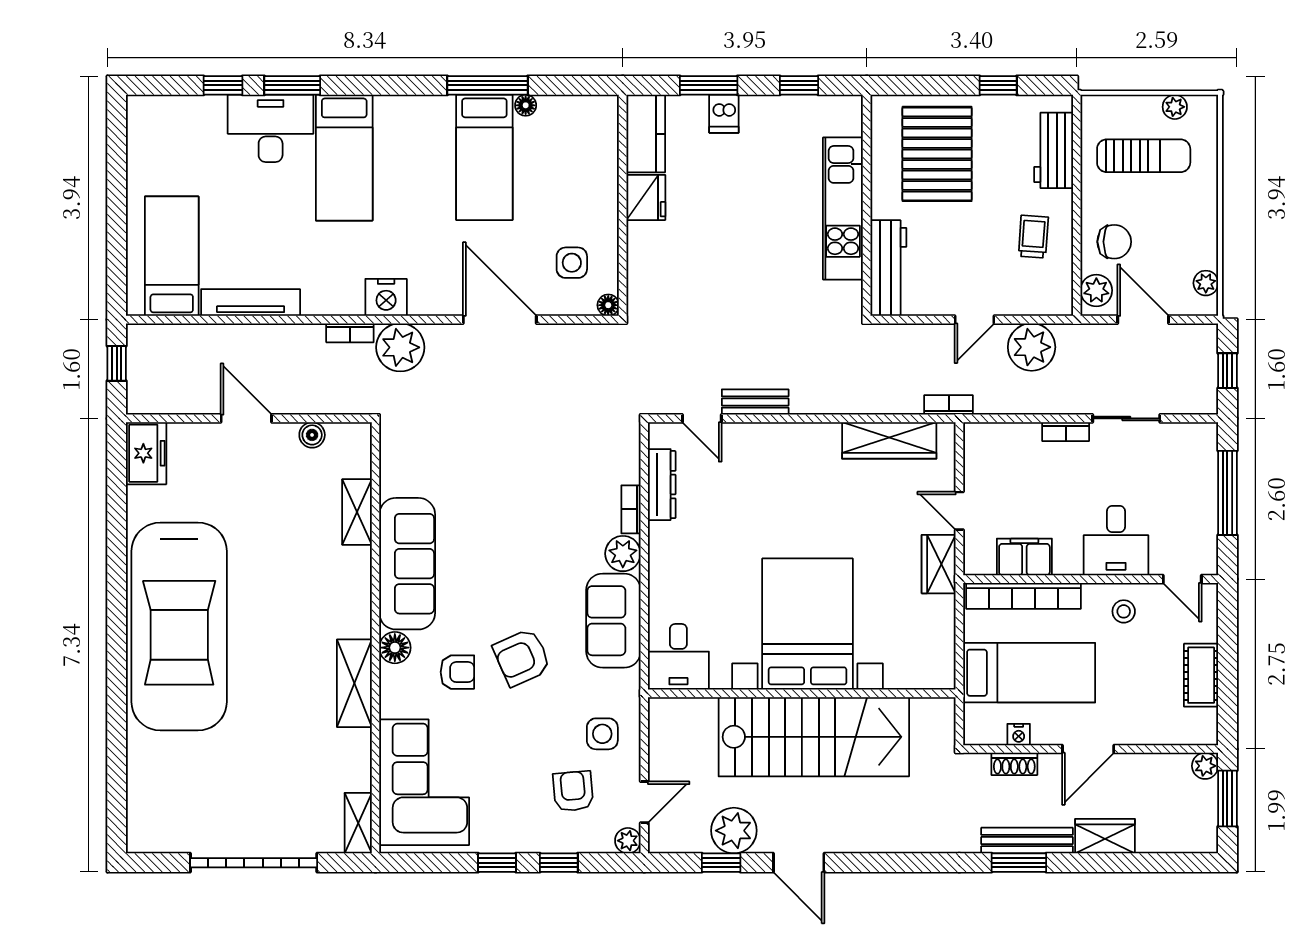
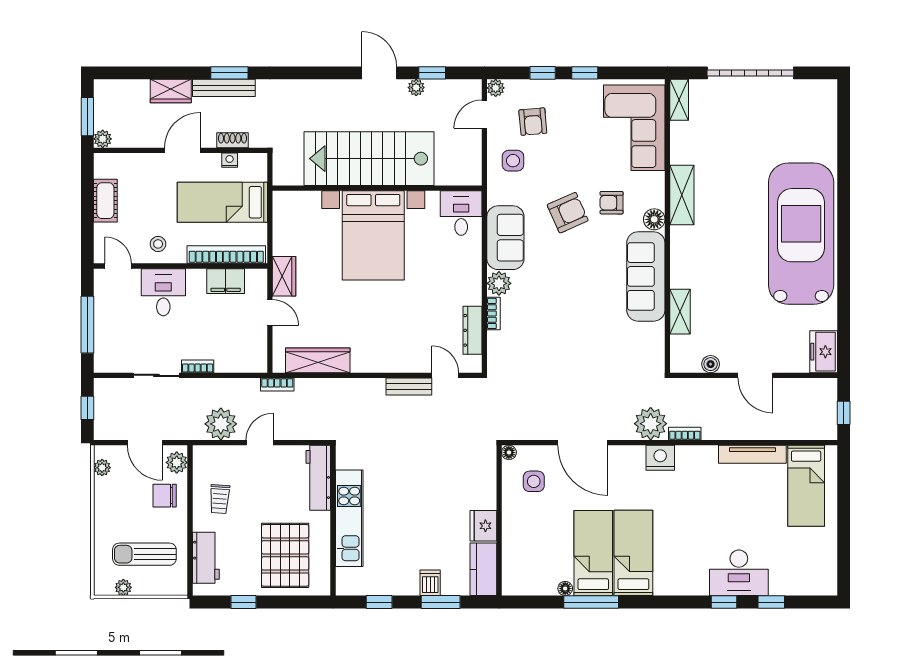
window: (292, 85) -> (724, 602), width x0.67
bed: (344, 158) -> (633, 553), moved
plant: (734, 831) -> (416, 88), width x0.53, depth x0.53

